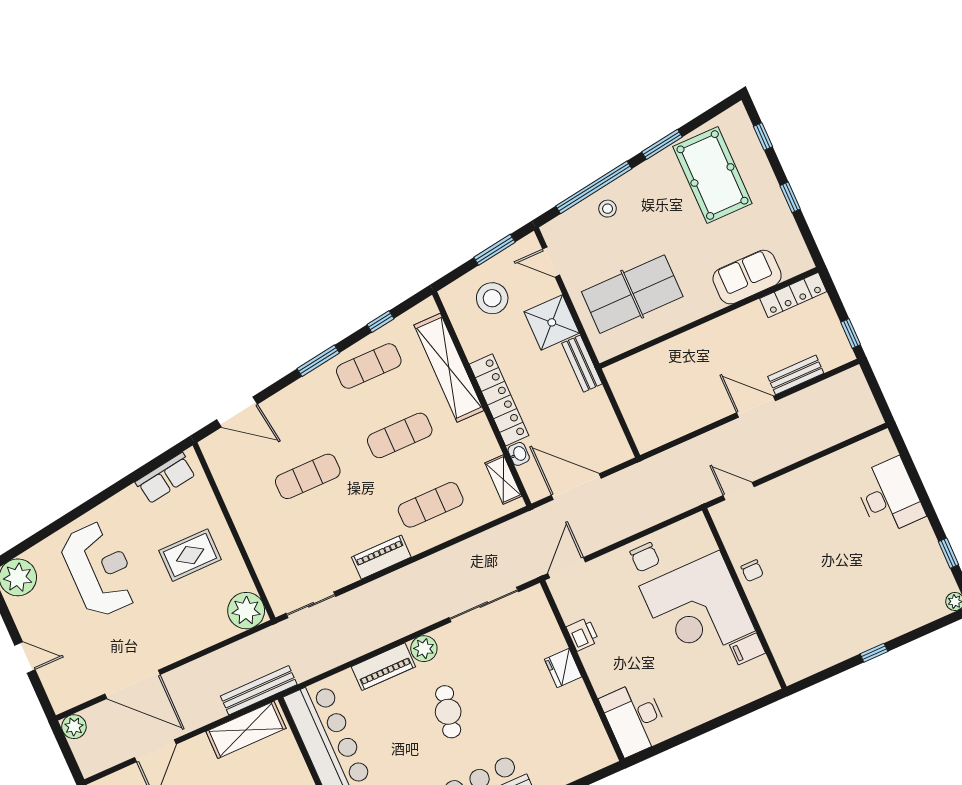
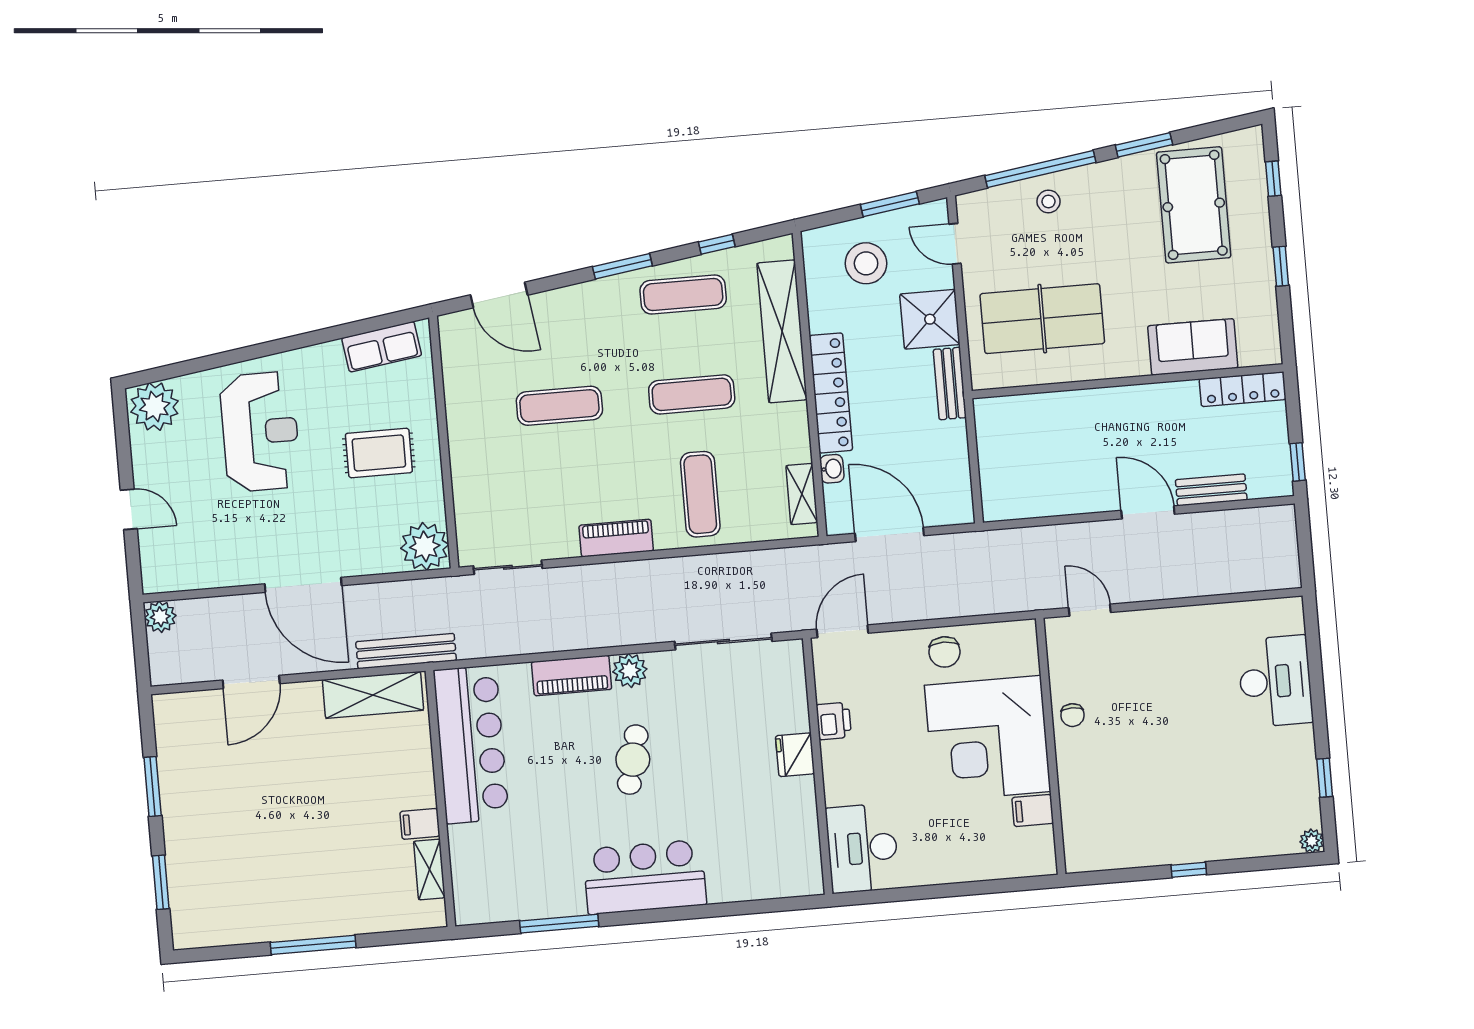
exercise mat: (431, 505) -> (700, 494), turned 90
door: (132, 684) -> (303, 585), moved

